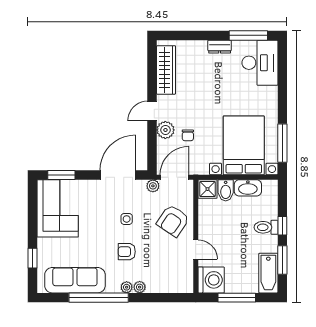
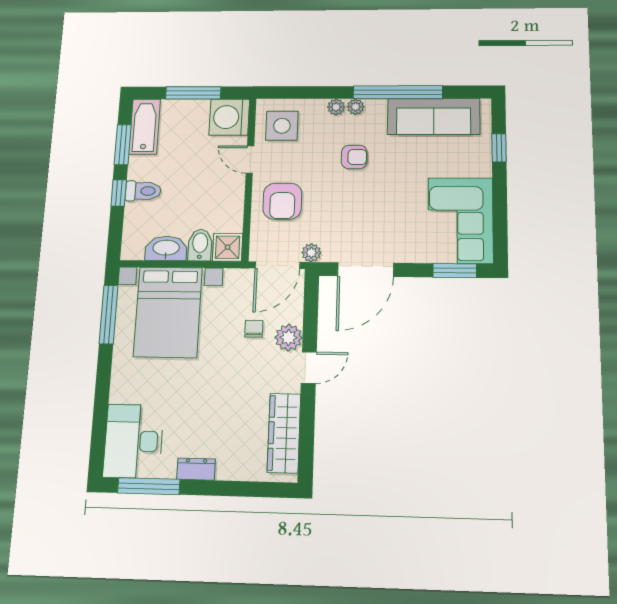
side table: (127, 219) -> (282, 126), moved, width x1.87, depth x1.87
armchair: (173, 221) -> (282, 201), turned 146

